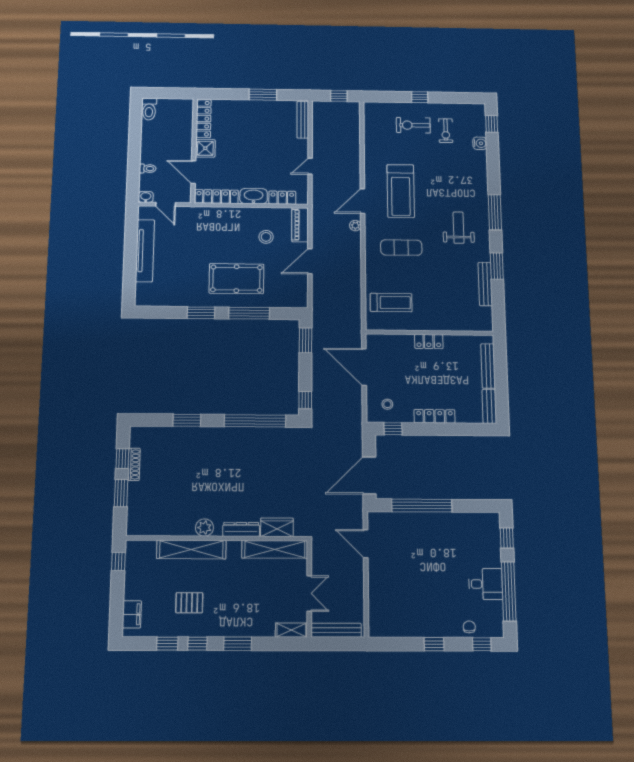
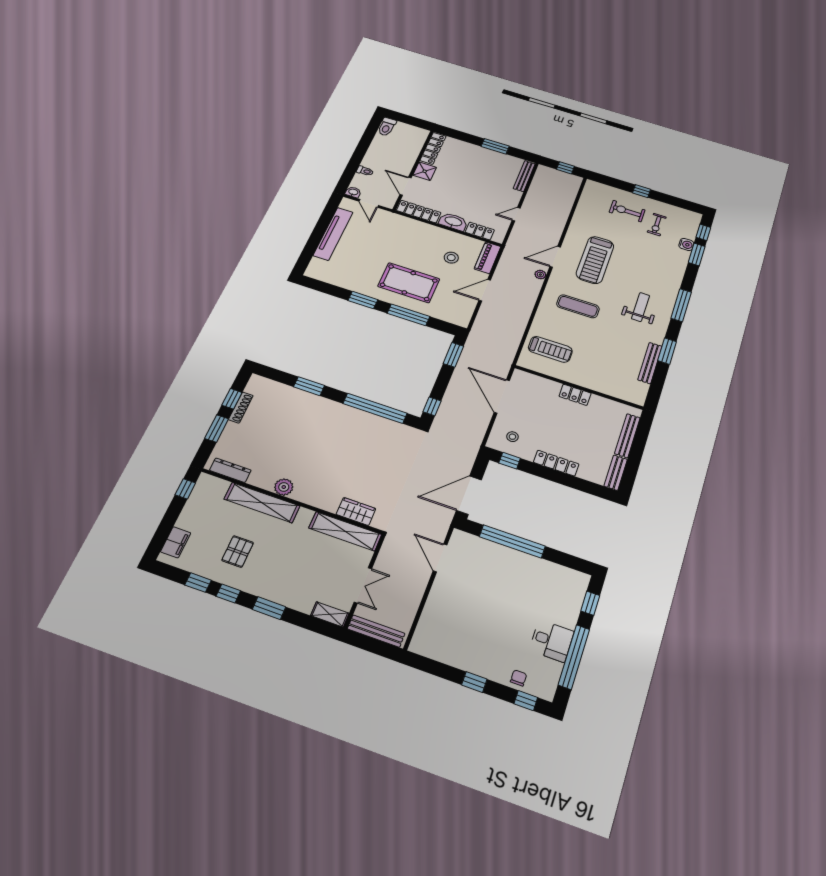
window: (493, 151) -> (697, 254), added
dresser: (241, 529) -> (230, 470), moved
pallet: (189, 603) -> (238, 551), turned 90

